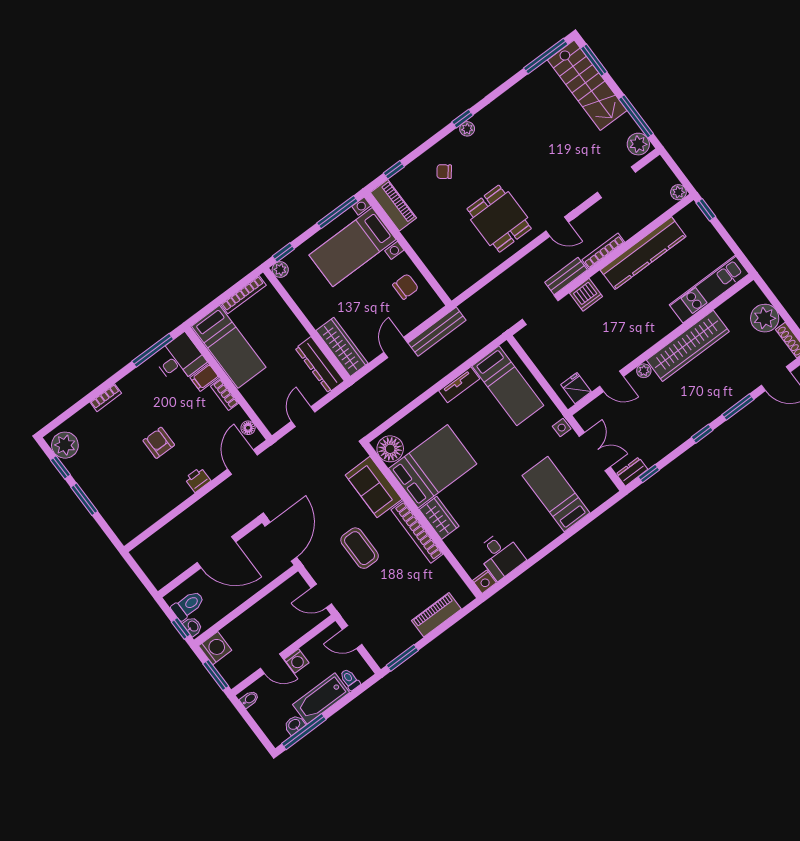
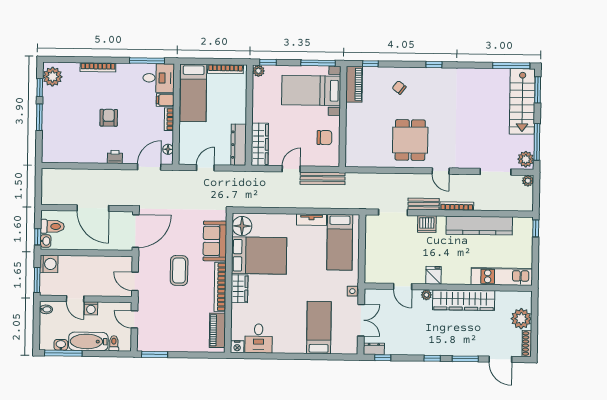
plant: (467, 129) -> (432, 73), removed
plant: (678, 192) -> (528, 181), moved
fridge: (576, 388) -> (433, 275), moved
bookcase: (106, 398) -> (98, 67), width x1.56
piano: (436, 615) -> (217, 330), moved, turned -90

